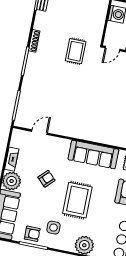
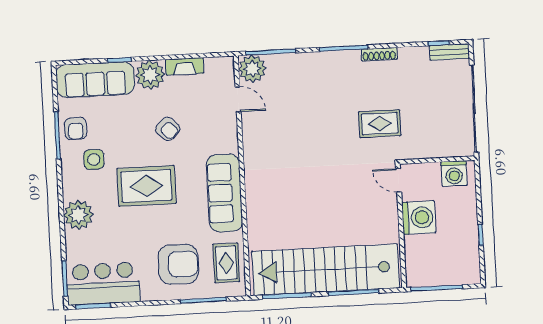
plant: (23, 119) -> (252, 69), added

